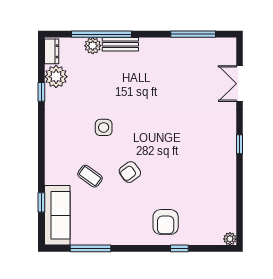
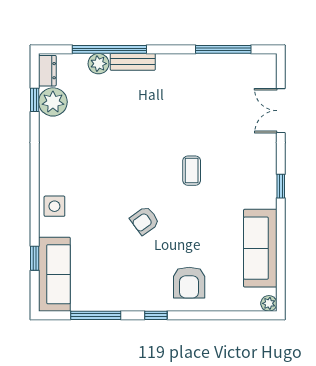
window: (41, 92) -> (35, 100), moved
side table: (104, 127) -> (54, 206), moved
coffee table: (90, 176) -> (192, 171), moved, turned 54
sofa: (223, 194) -> (260, 248), added
window: (179, 248) -> (156, 315), moved

